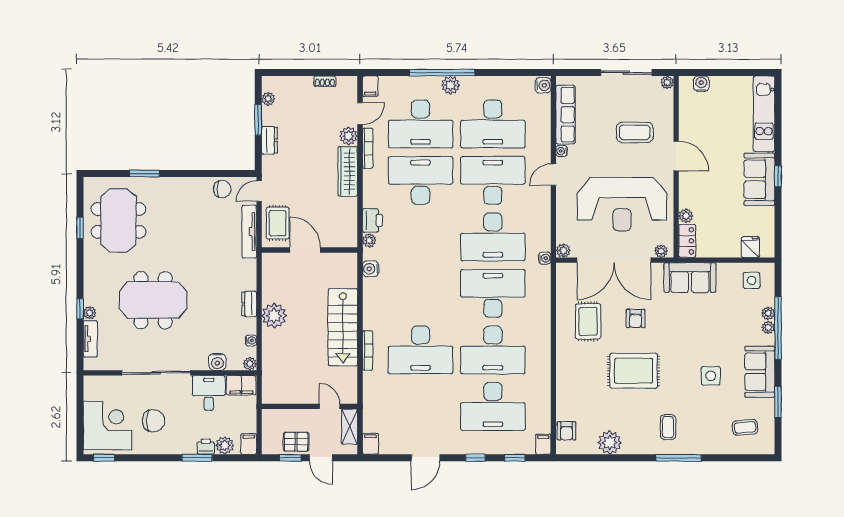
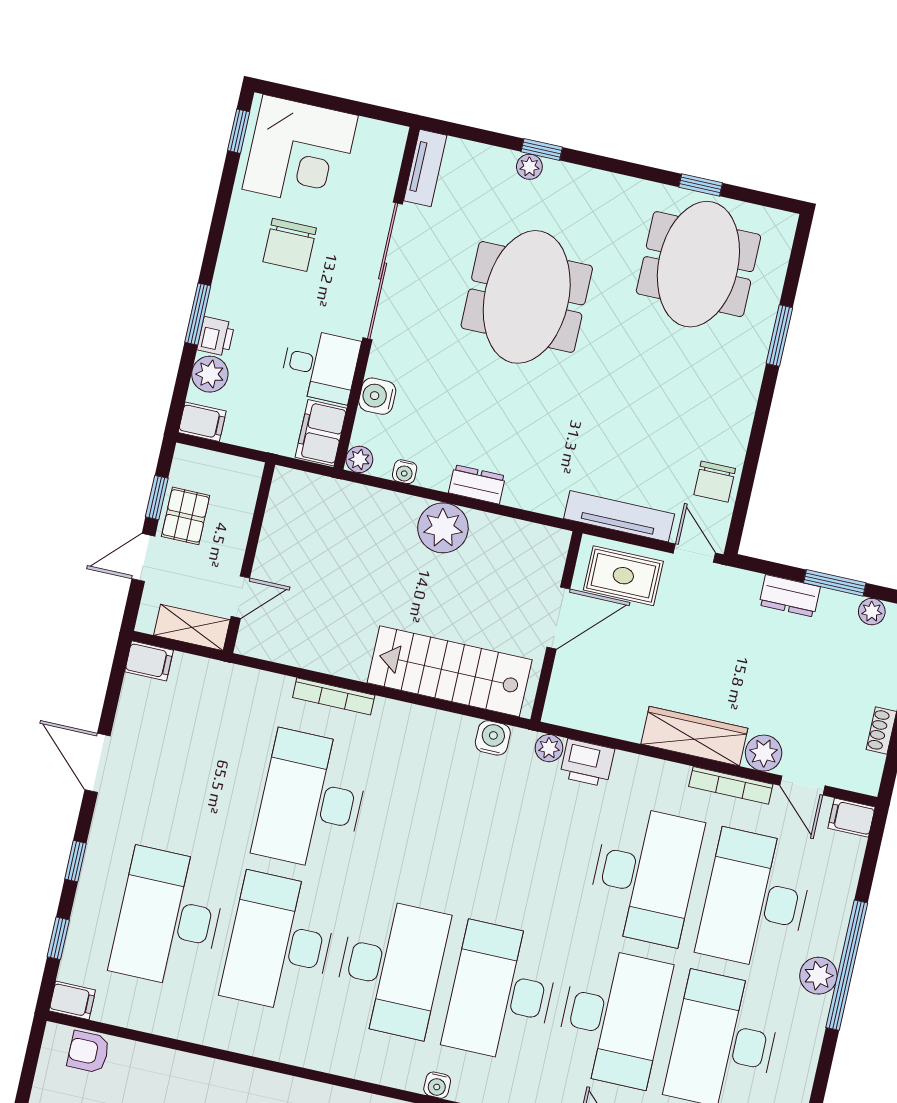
meeting table: (119, 220) -> (698, 264), turned 90
stairs: (343, 327) -> (450, 671), moved
tv unit: (90, 339) -> (425, 168), moved, turned -90

